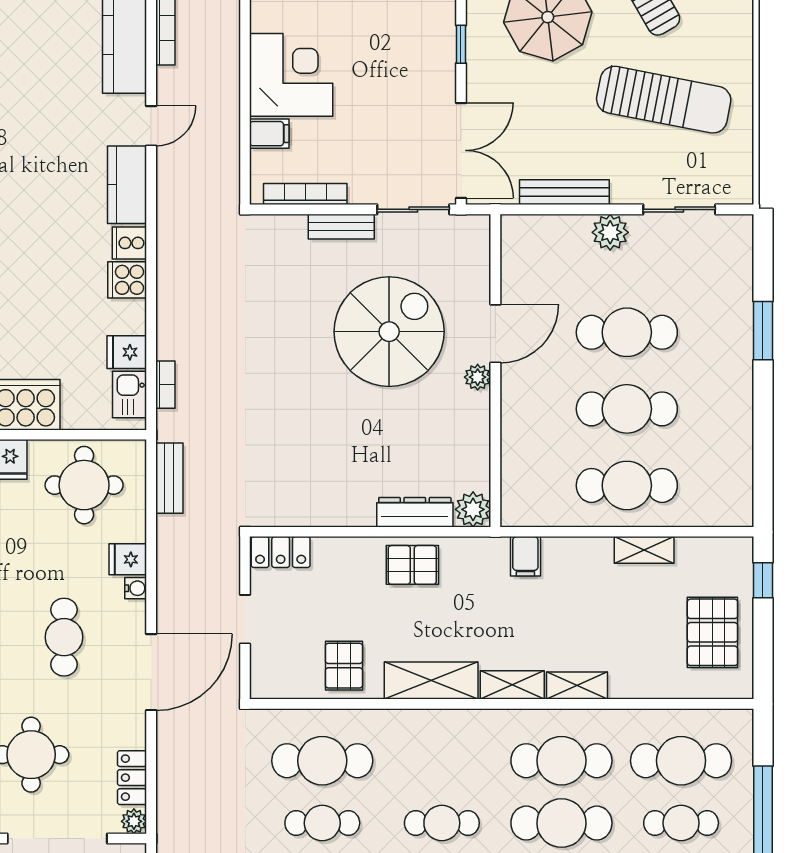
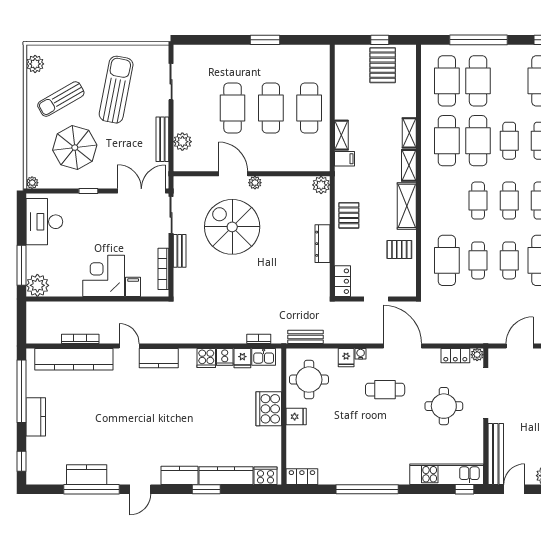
plant: (610, 232) -> (182, 142), moved
cooker: (129, 243) -> (225, 357), moved
window: (763, 331) -> (265, 40), moved
dresser: (415, 512) -> (323, 244), moved
shelving: (644, 550) -> (341, 135), moved
window: (763, 580) -> (380, 40), moved
pallet: (712, 632) -> (383, 65), turned 90
cafe table: (681, 823) -> (478, 81), width x1.37, depth x1.35

